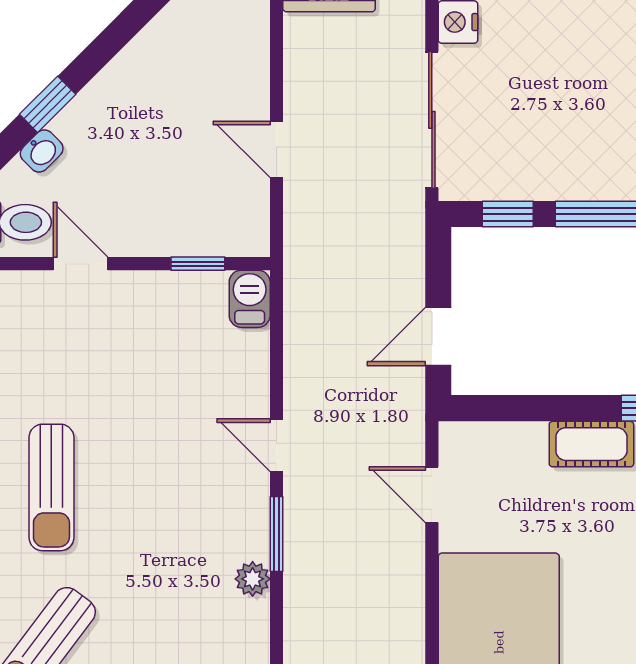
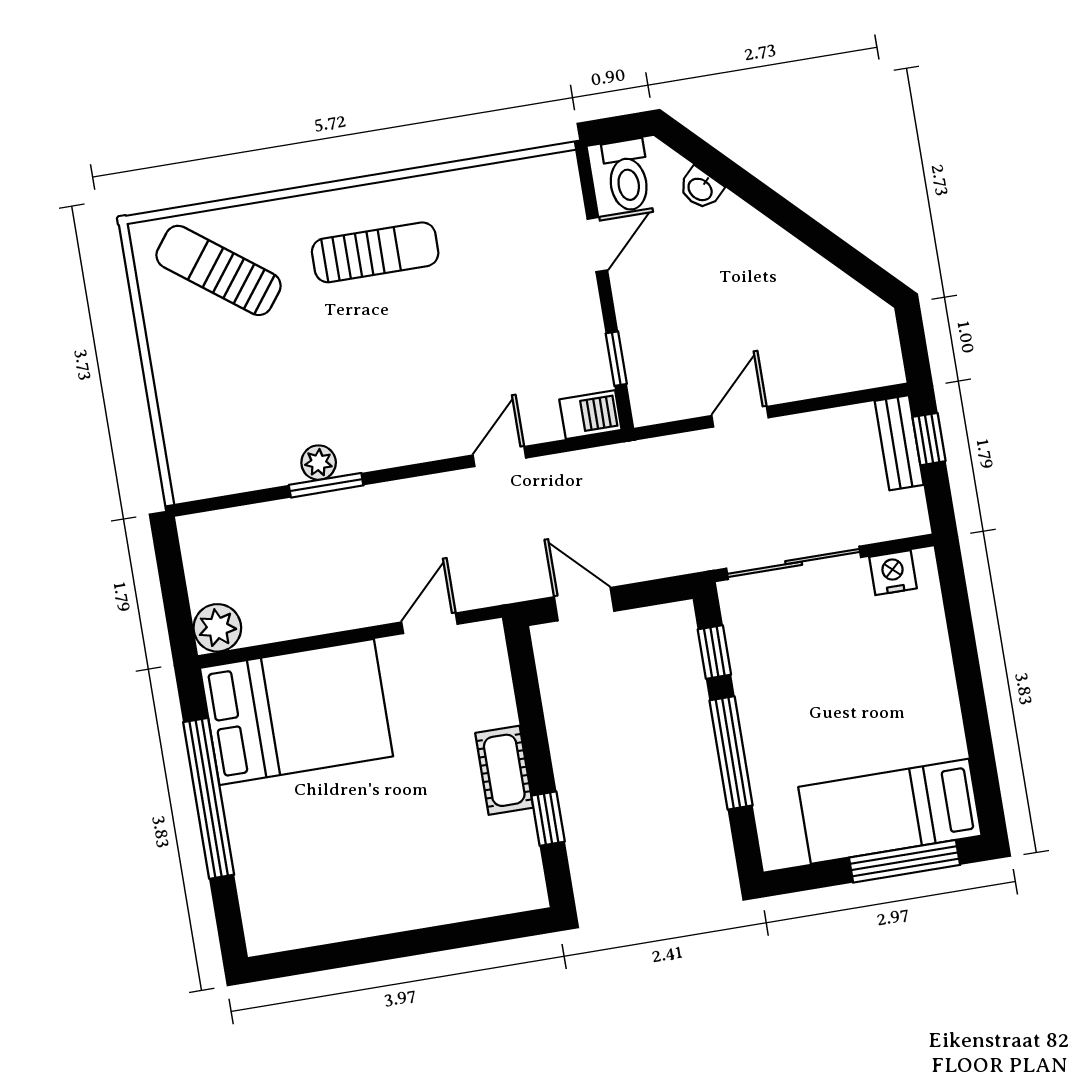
window: (48, 104) -> (747, 187), removed
door: (276, 445) -> (499, 457), moved
sun lounger: (51, 487) -> (375, 252), turned 180
window: (276, 534) -> (326, 485), moved

